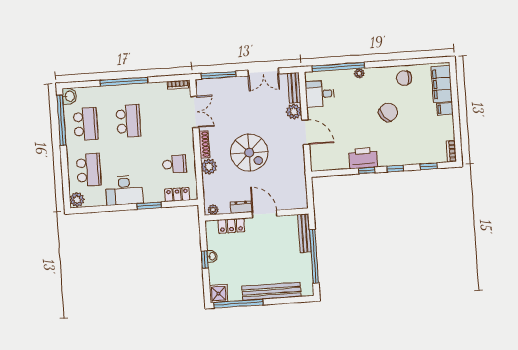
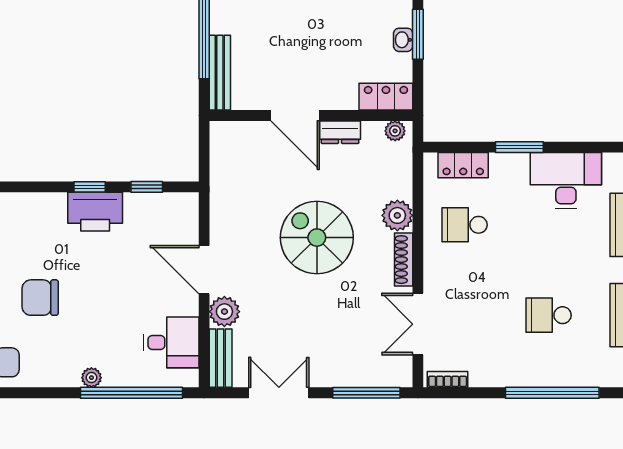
chair: (388, 112) -> (40, 298), turned 39
school desk: (128, 121) -> (549, 315), width x0.54
window: (395, 169) -> (147, 187), moved
locker: (231, 226) -> (386, 97), moved
window: (205, 260) -> (418, 34), width x1.50

